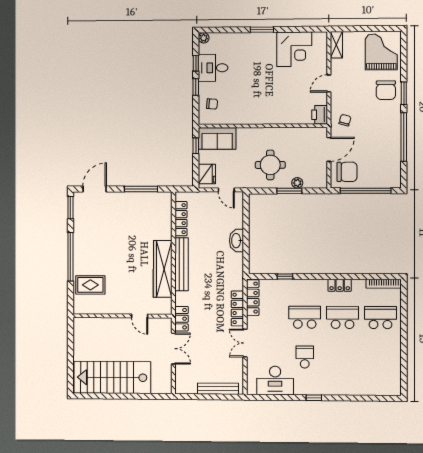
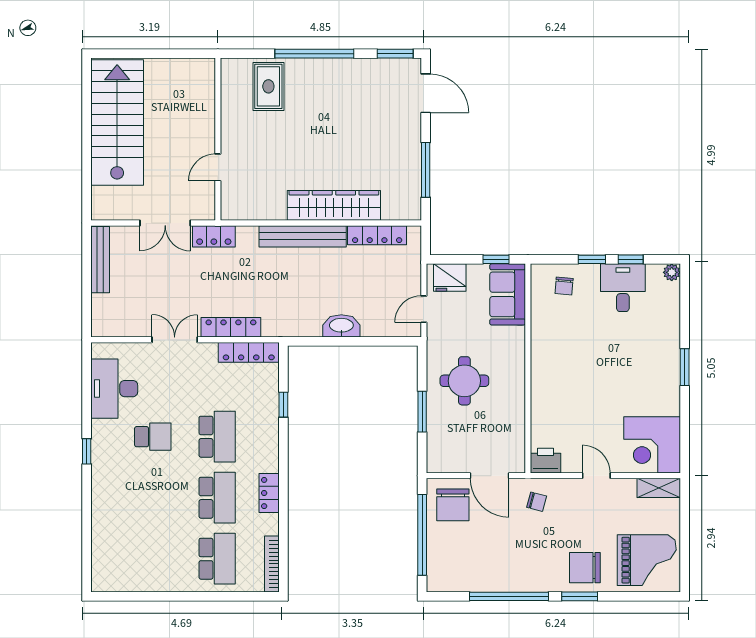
corner desk: (294, 49) -> (652, 445), moved
plant: (297, 183) -> (435, 425), removed
wardrobe: (163, 269) -> (334, 205), moved
bench: (218, 389) -> (100, 260), moved

